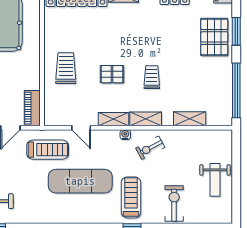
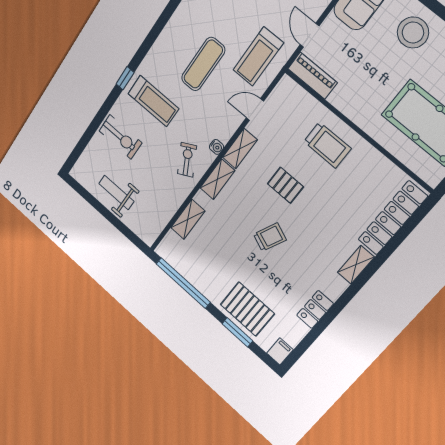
pallet: (112, 74) -> (285, 185), turned 90
trolley: (152, 77) -> (270, 237), moved, turned -67
exercise mat: (80, 181) -> (203, 64), width x0.73, depth x0.69

